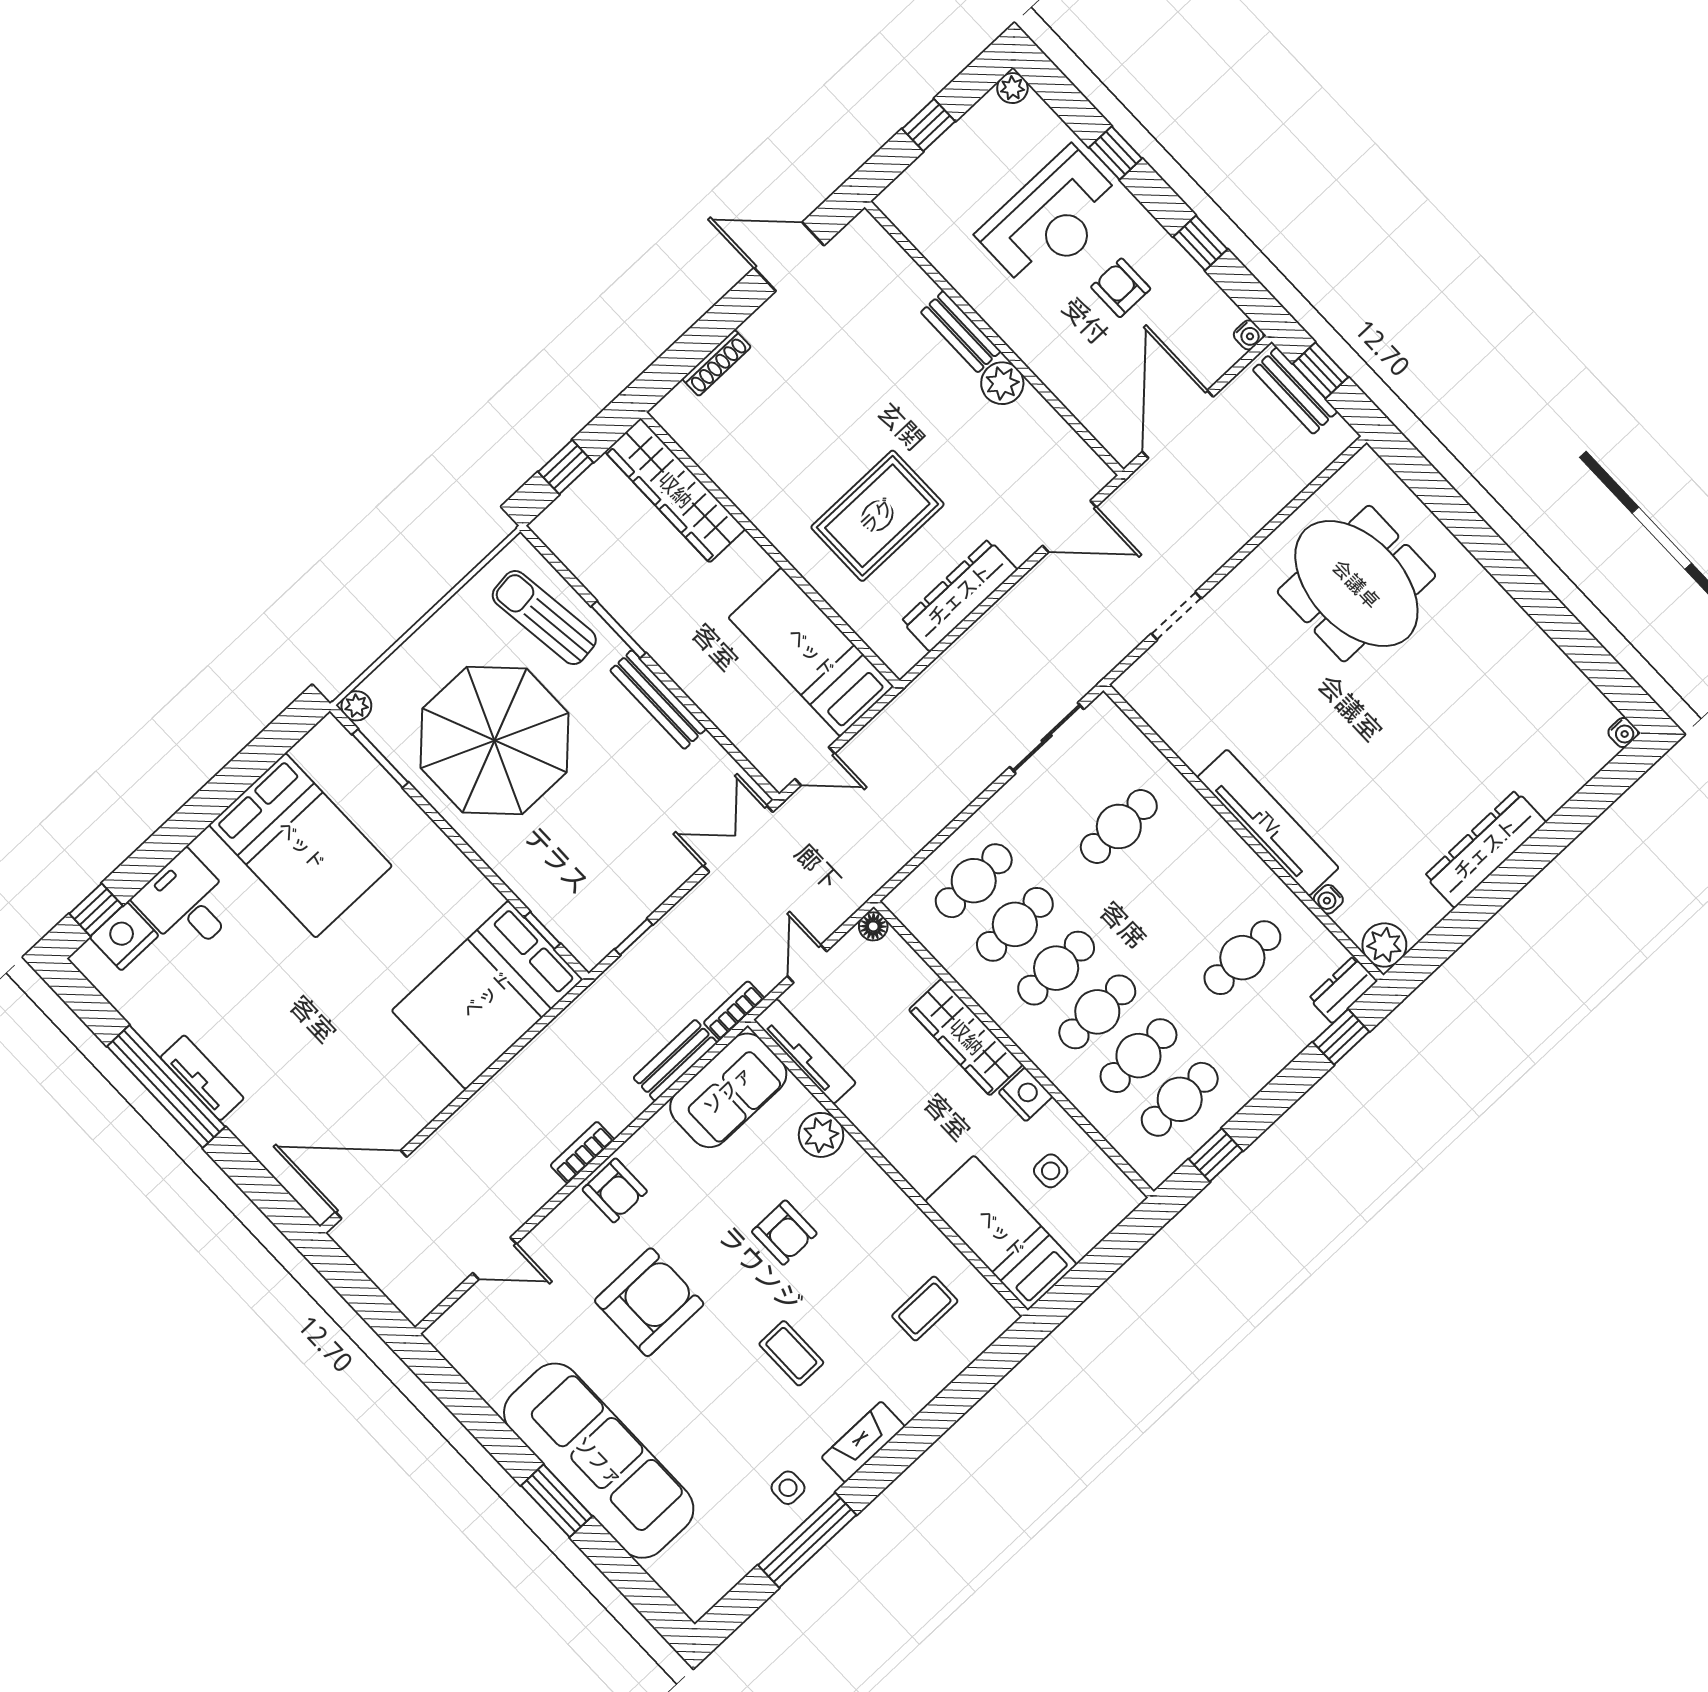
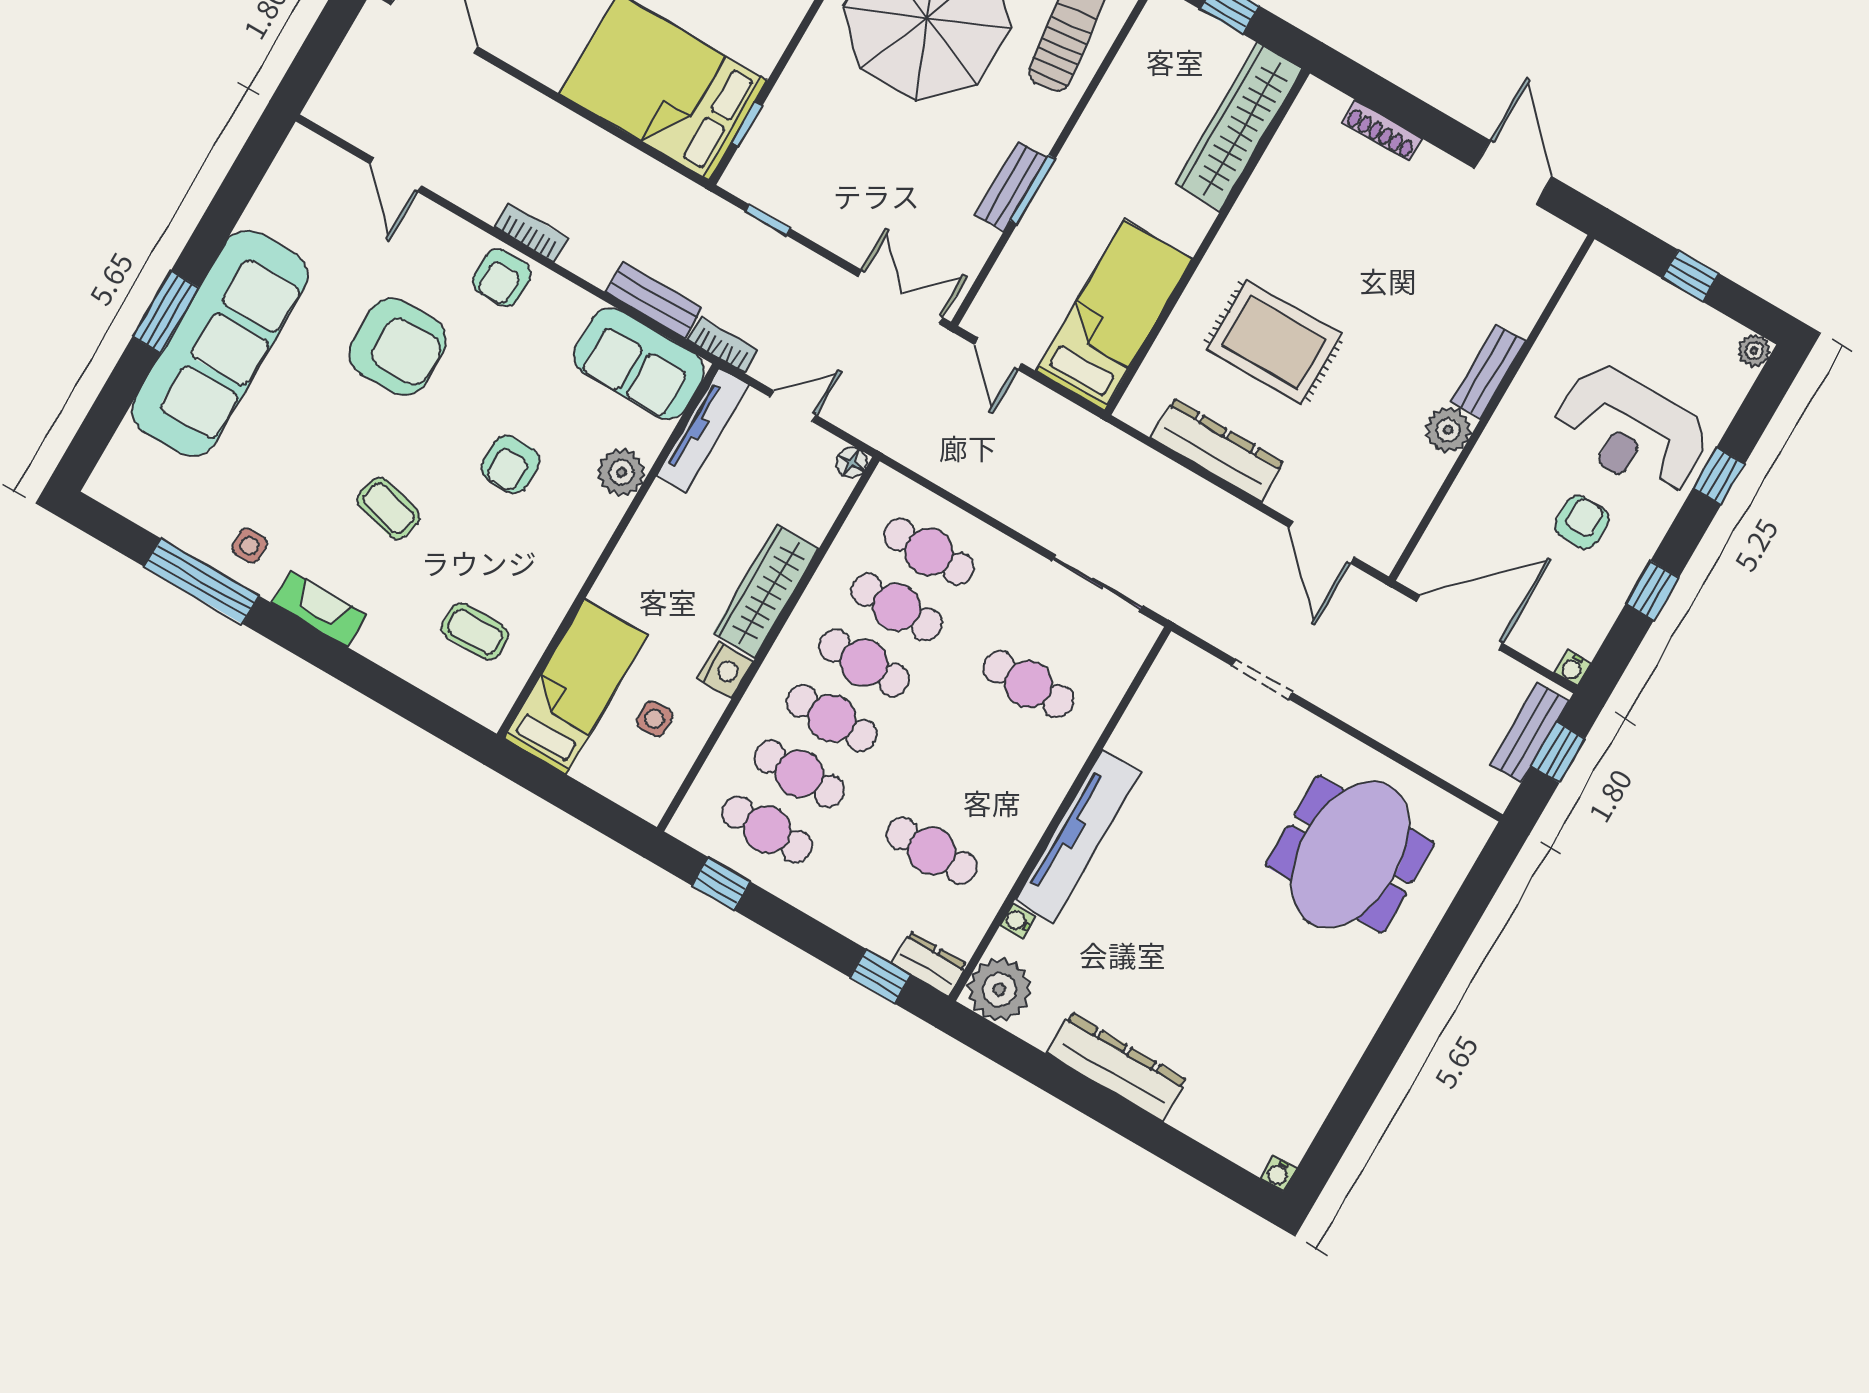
window: (618, 630) -> (1033, 190), moved
bench: (658, 700) -> (1011, 186), width x0.73
plant: (1384, 945) -> (999, 990), width x1.36, depth x1.36
coffee table: (791, 1353) -> (389, 508), turned -75

